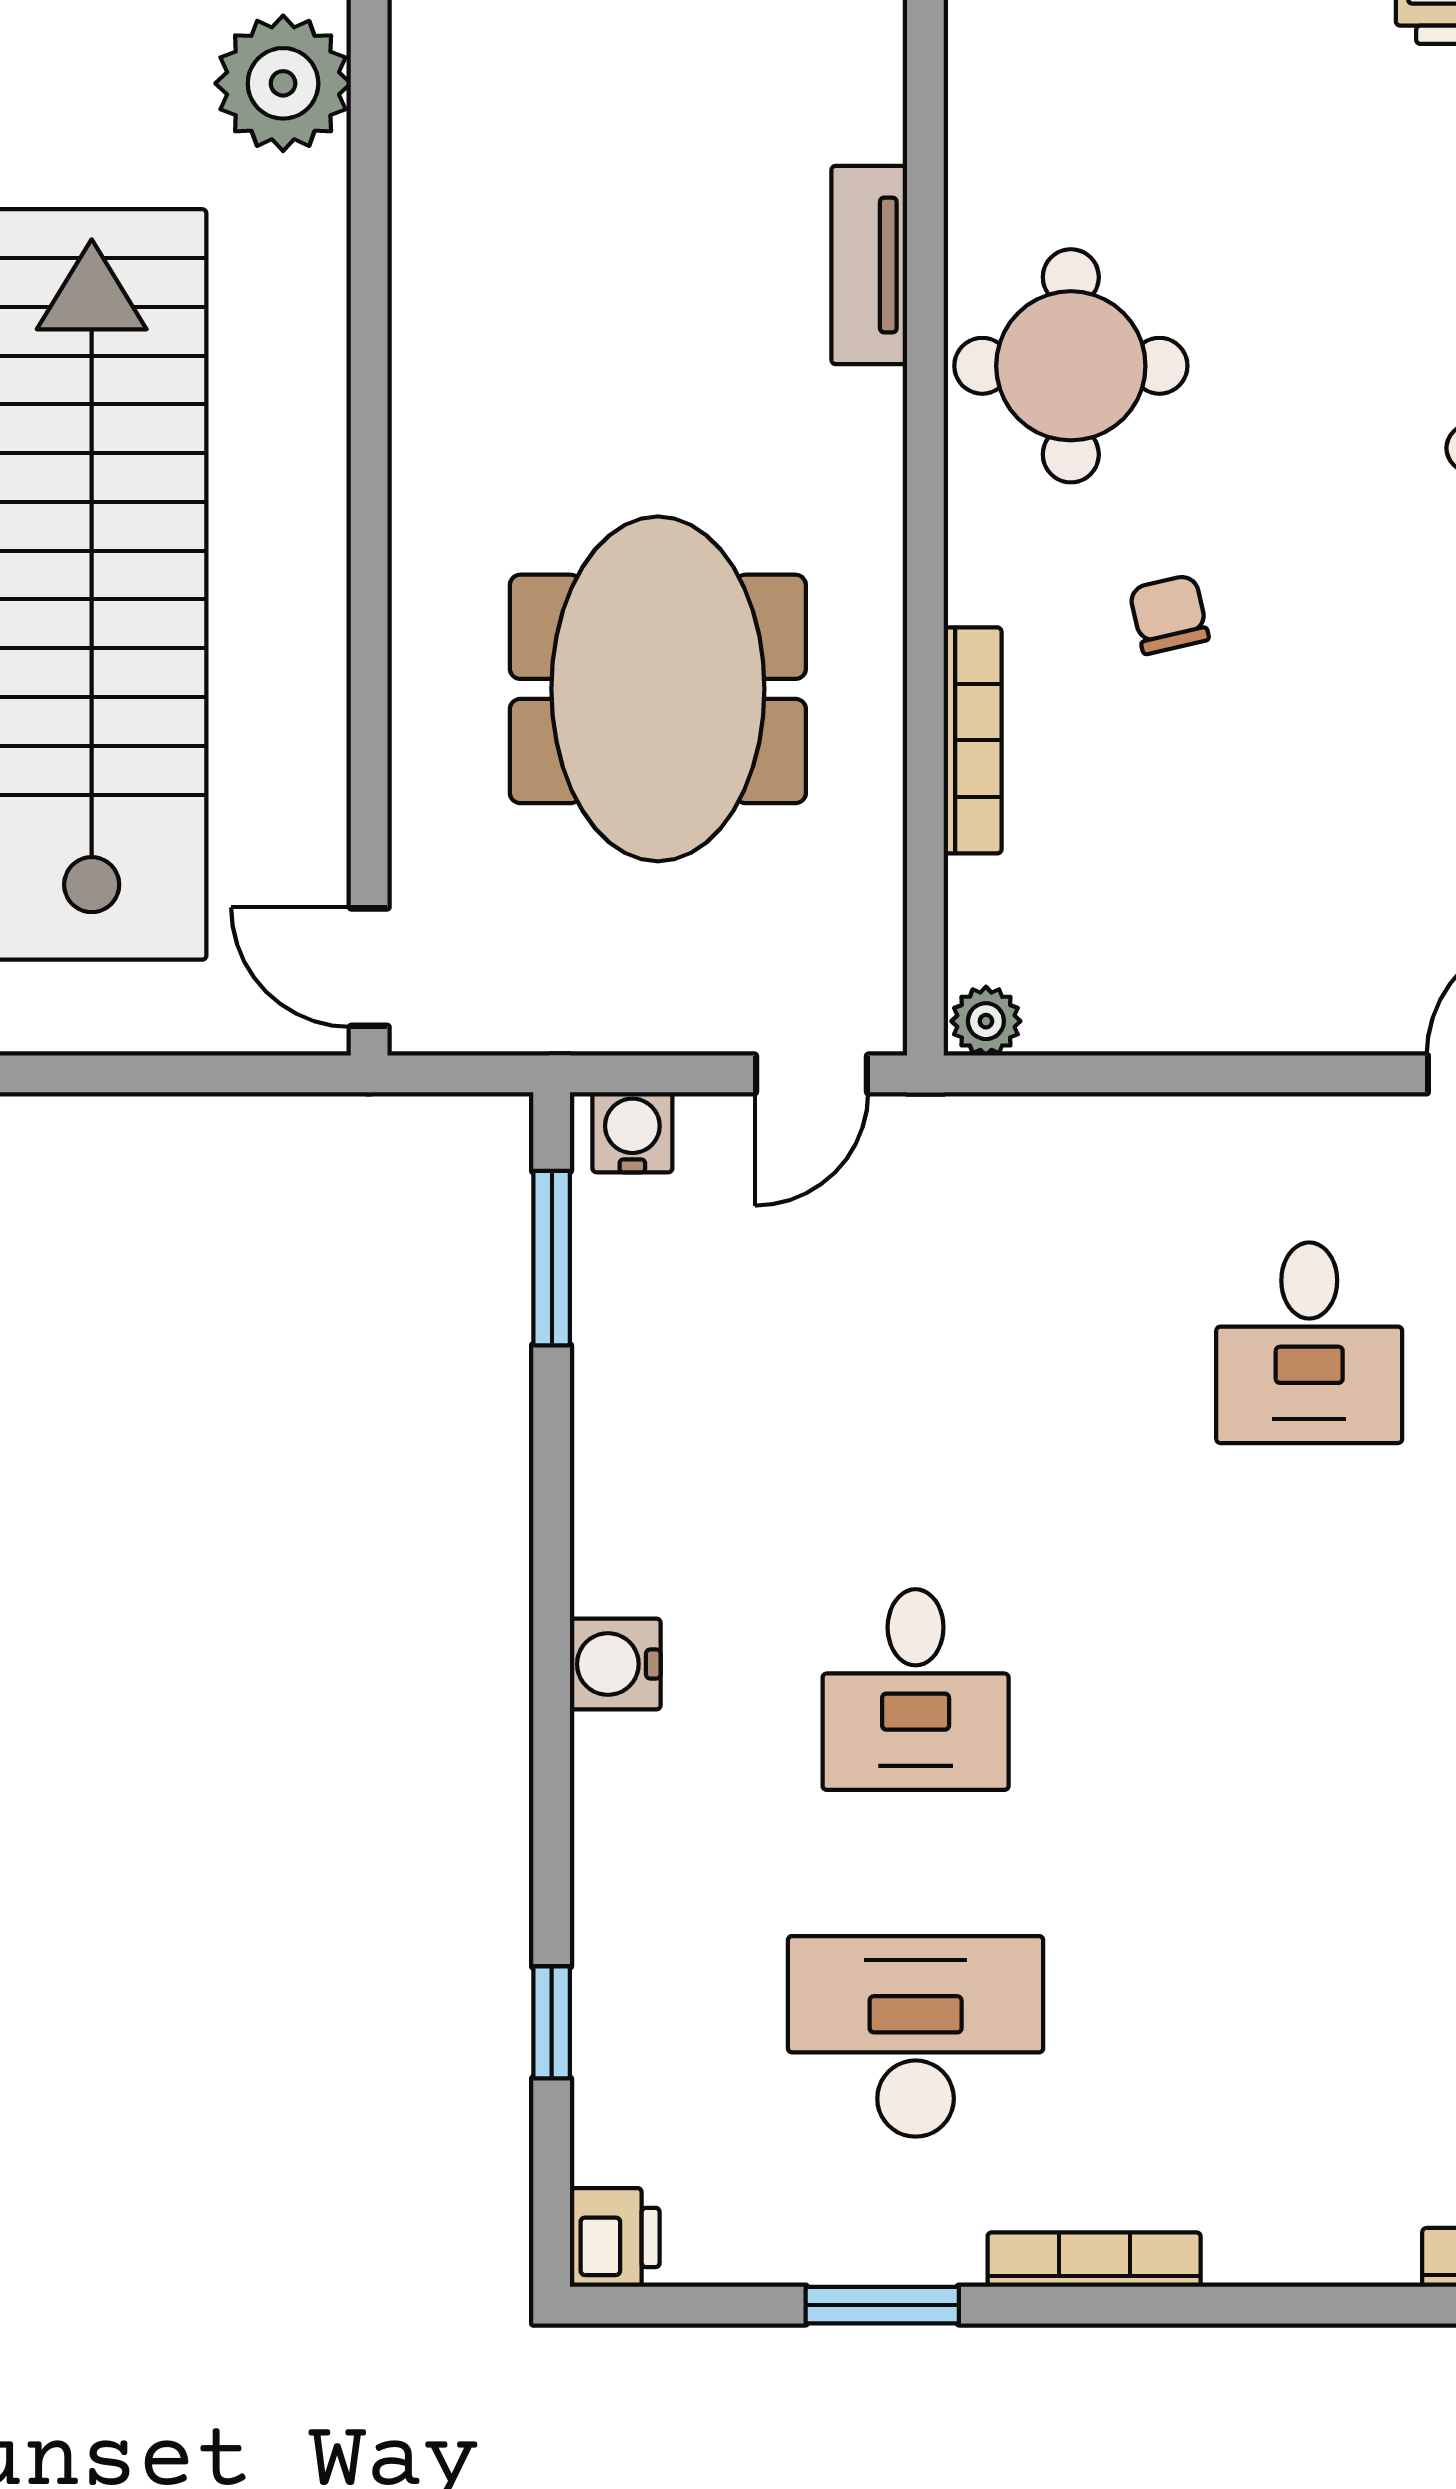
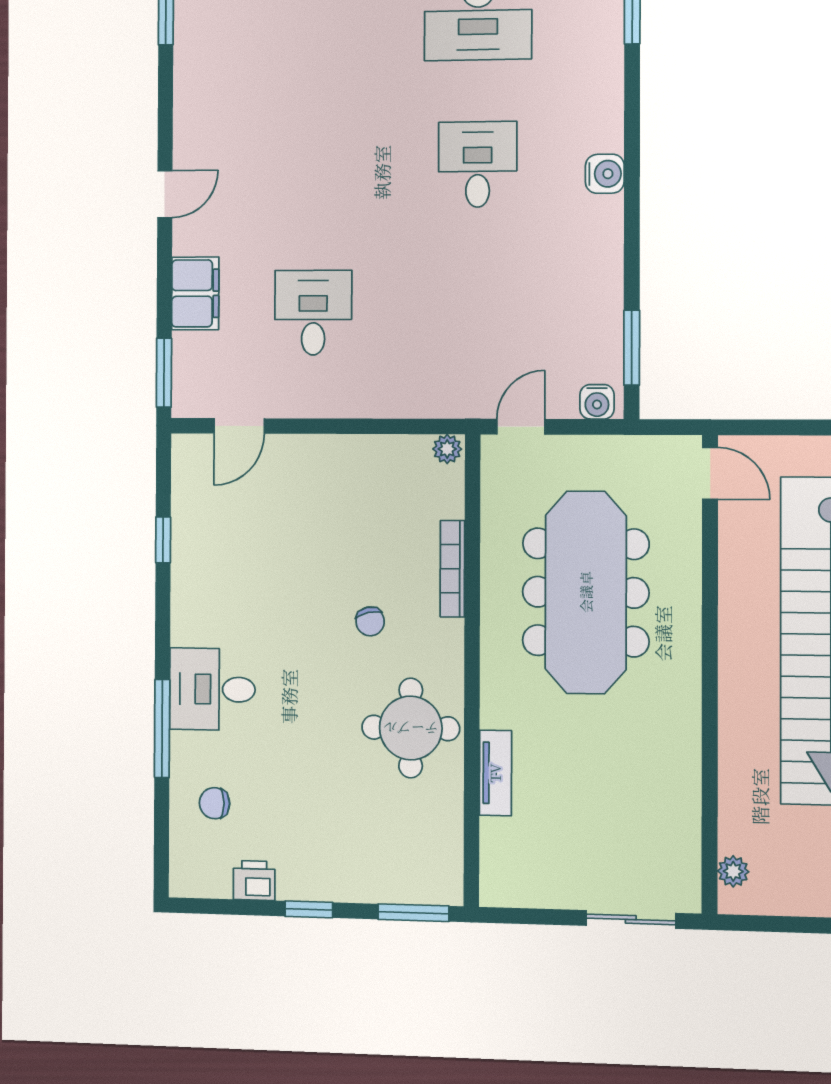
plant: (283, 83) -> (733, 871), width x0.53, depth x0.53
meeting table: (658, 689) -> (586, 592), width x1.36

